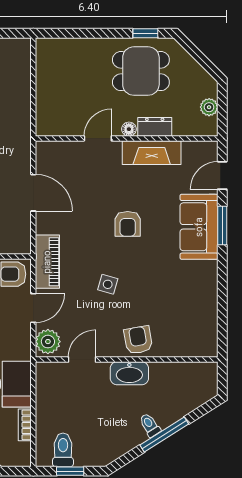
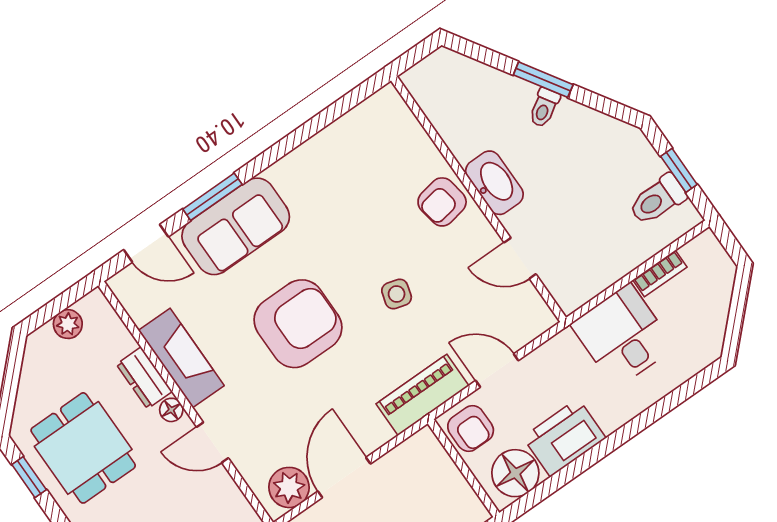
armchair: (128, 224) -> (298, 324), width x1.88, depth x1.88
plant: (48, 342) -> (289, 487), moved
window: (164, 435) -> (543, 80), width x0.69

